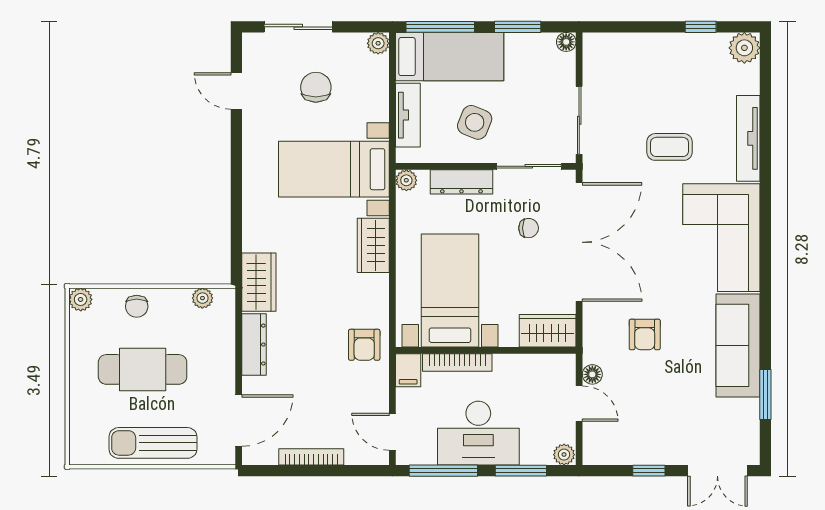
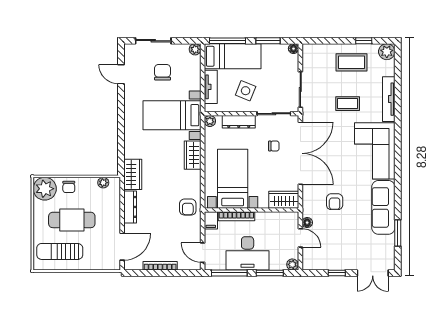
coffee table: (677, 68) -> (352, 62), added
plant: (81, 299) -> (45, 189), width x1.87, depth x1.87
sun lounger: (153, 443) -> (60, 251), moved

